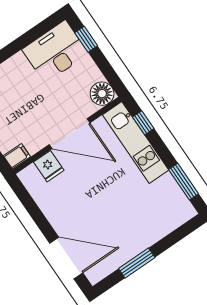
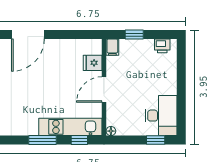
floor lamp: (102, 94) -> (111, 131), width x0.53, depth x0.53
door: (69, 134) -> (104, 90), width x0.73
window: (184, 182) -> (43, 140), moved

